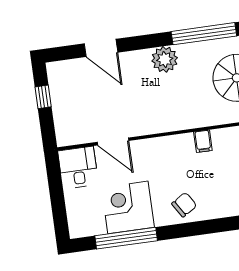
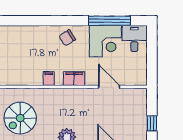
filing cabinet: (166, 146) -> (74, 79), added
desk: (78, 168) -> (134, 38), moved, turned 180

